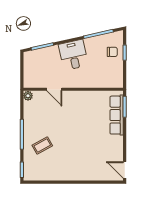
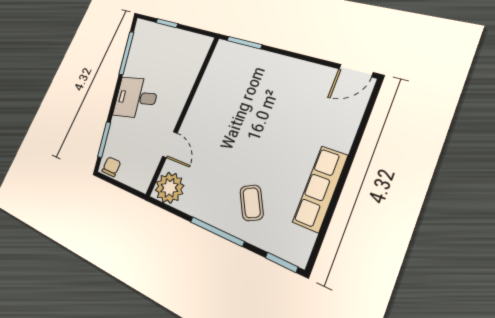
chair: (112, 52) -> (111, 167), moved
door: (54, 89) -> (170, 145), hinge flipped
plant: (28, 96) -> (170, 188), width x1.87, depth x1.87
row of seats: (117, 115) -> (320, 189), moved, turned 90

